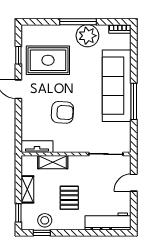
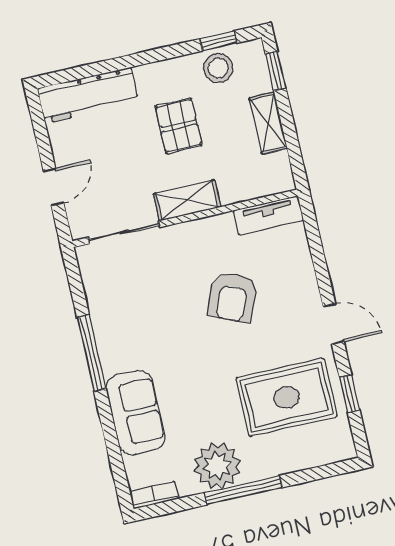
sofa: (117, 86) -> (135, 412), width x0.54, depth x0.79
armchair: (62, 112) -> (232, 297), turned -70
shelving: (53, 162) -> (187, 200), moved

